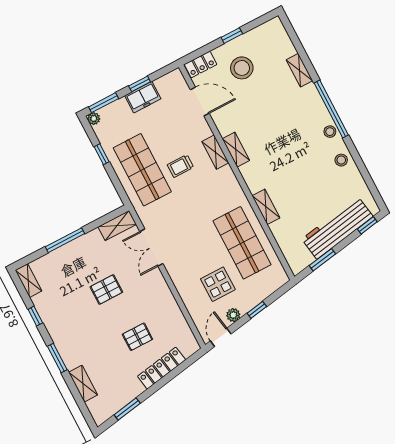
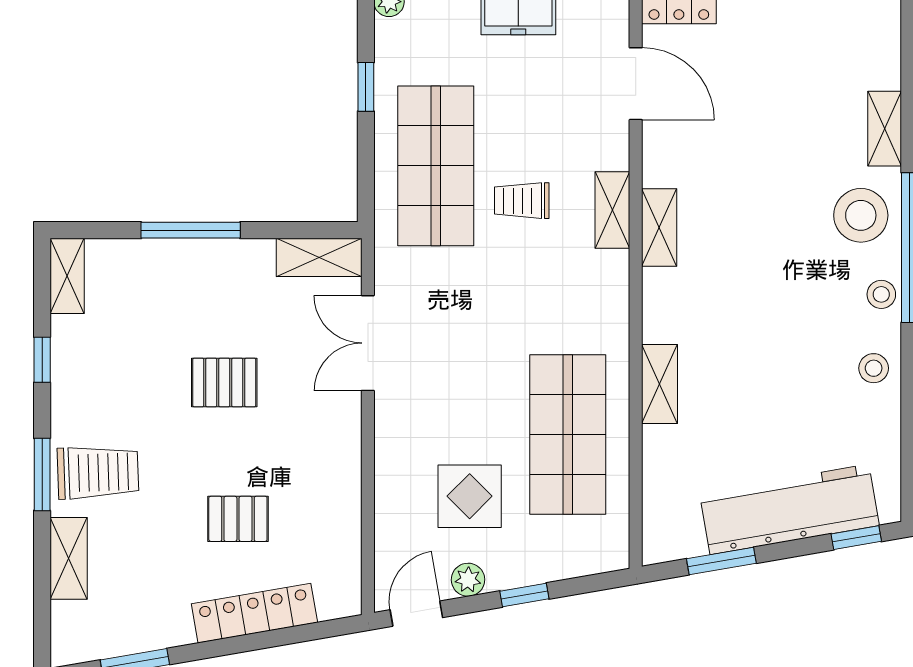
stool: (242, 68) -> (861, 215), moved
trolley: (77, 347) -> (98, 472), added

